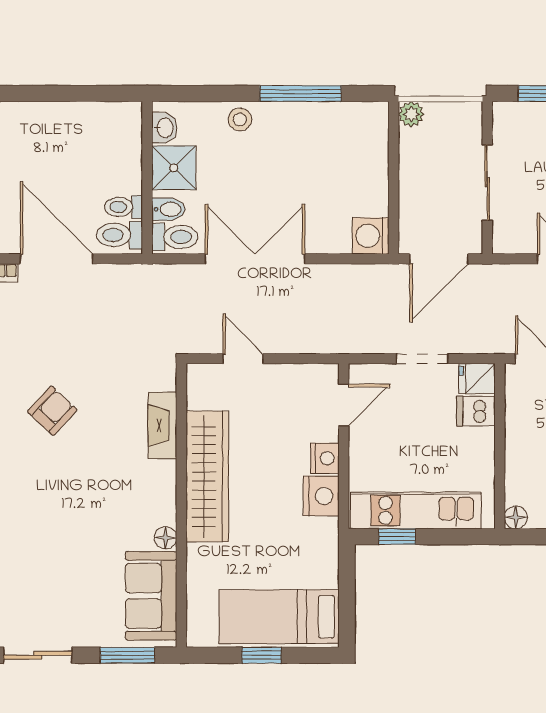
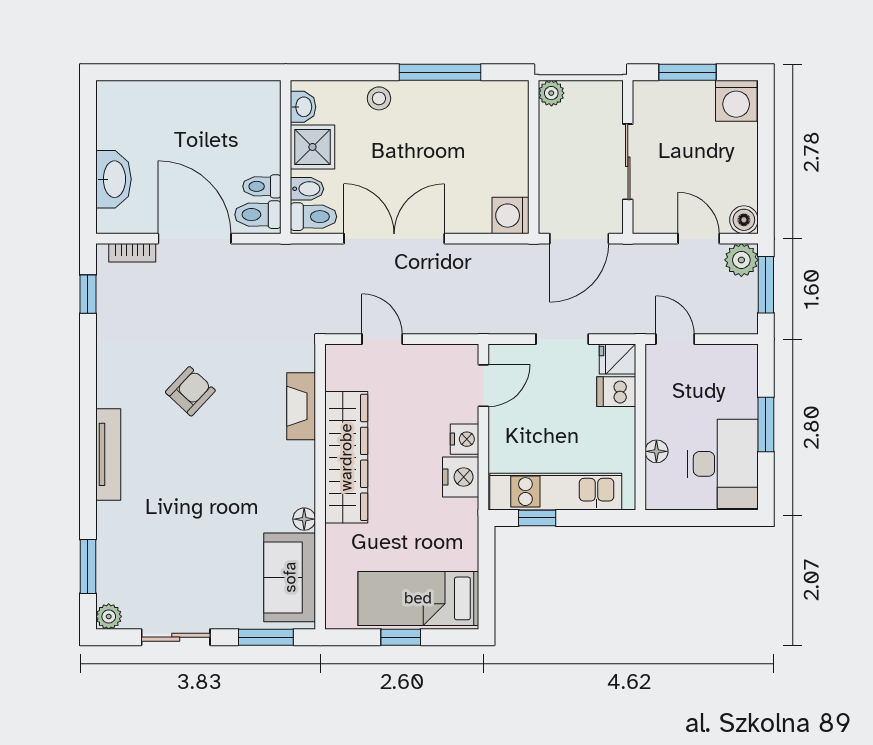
floor lamp: (516, 517) -> (656, 451), moved

